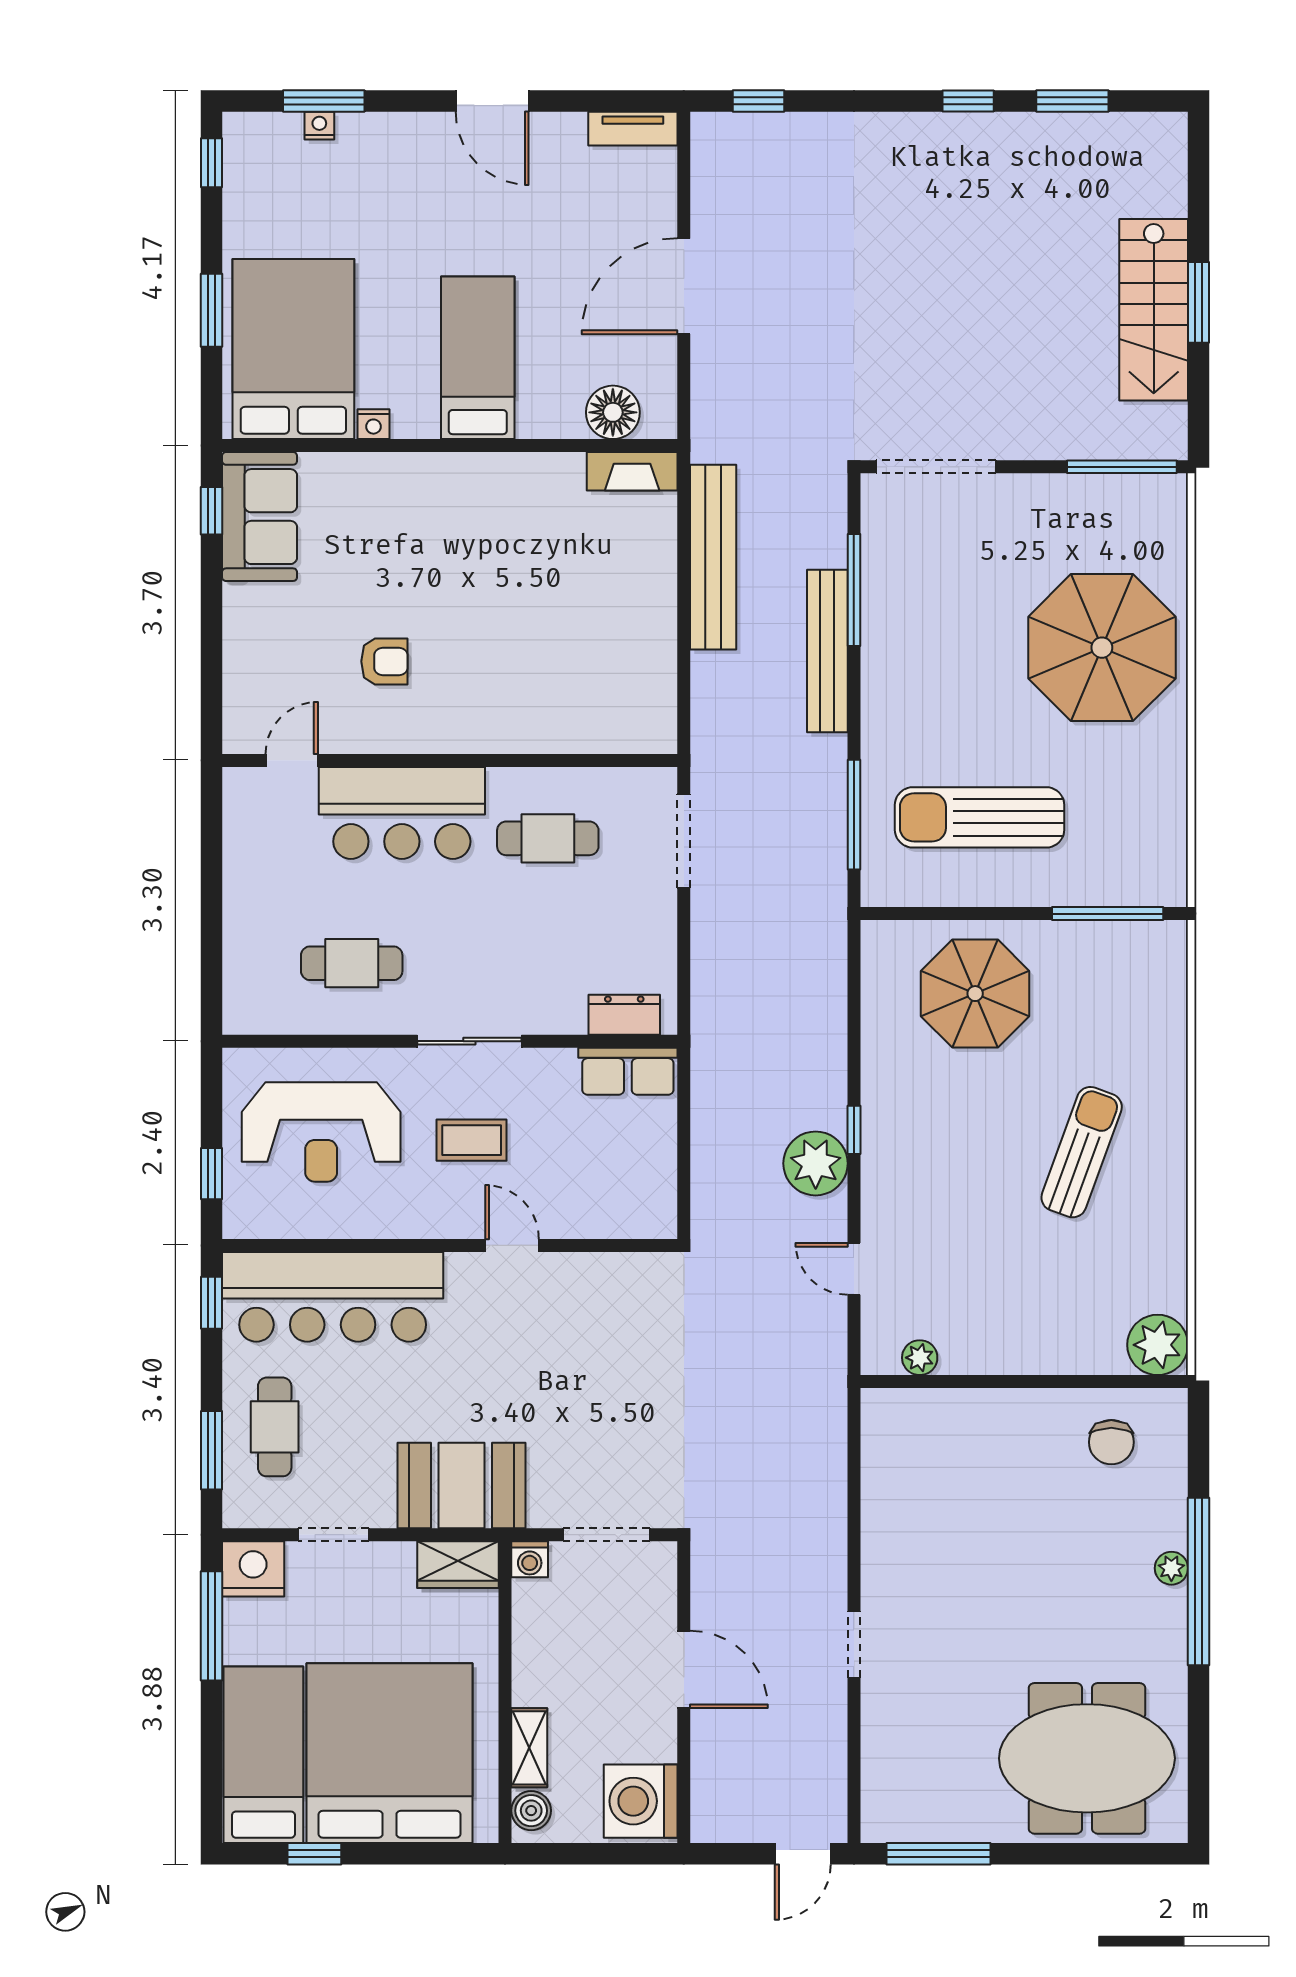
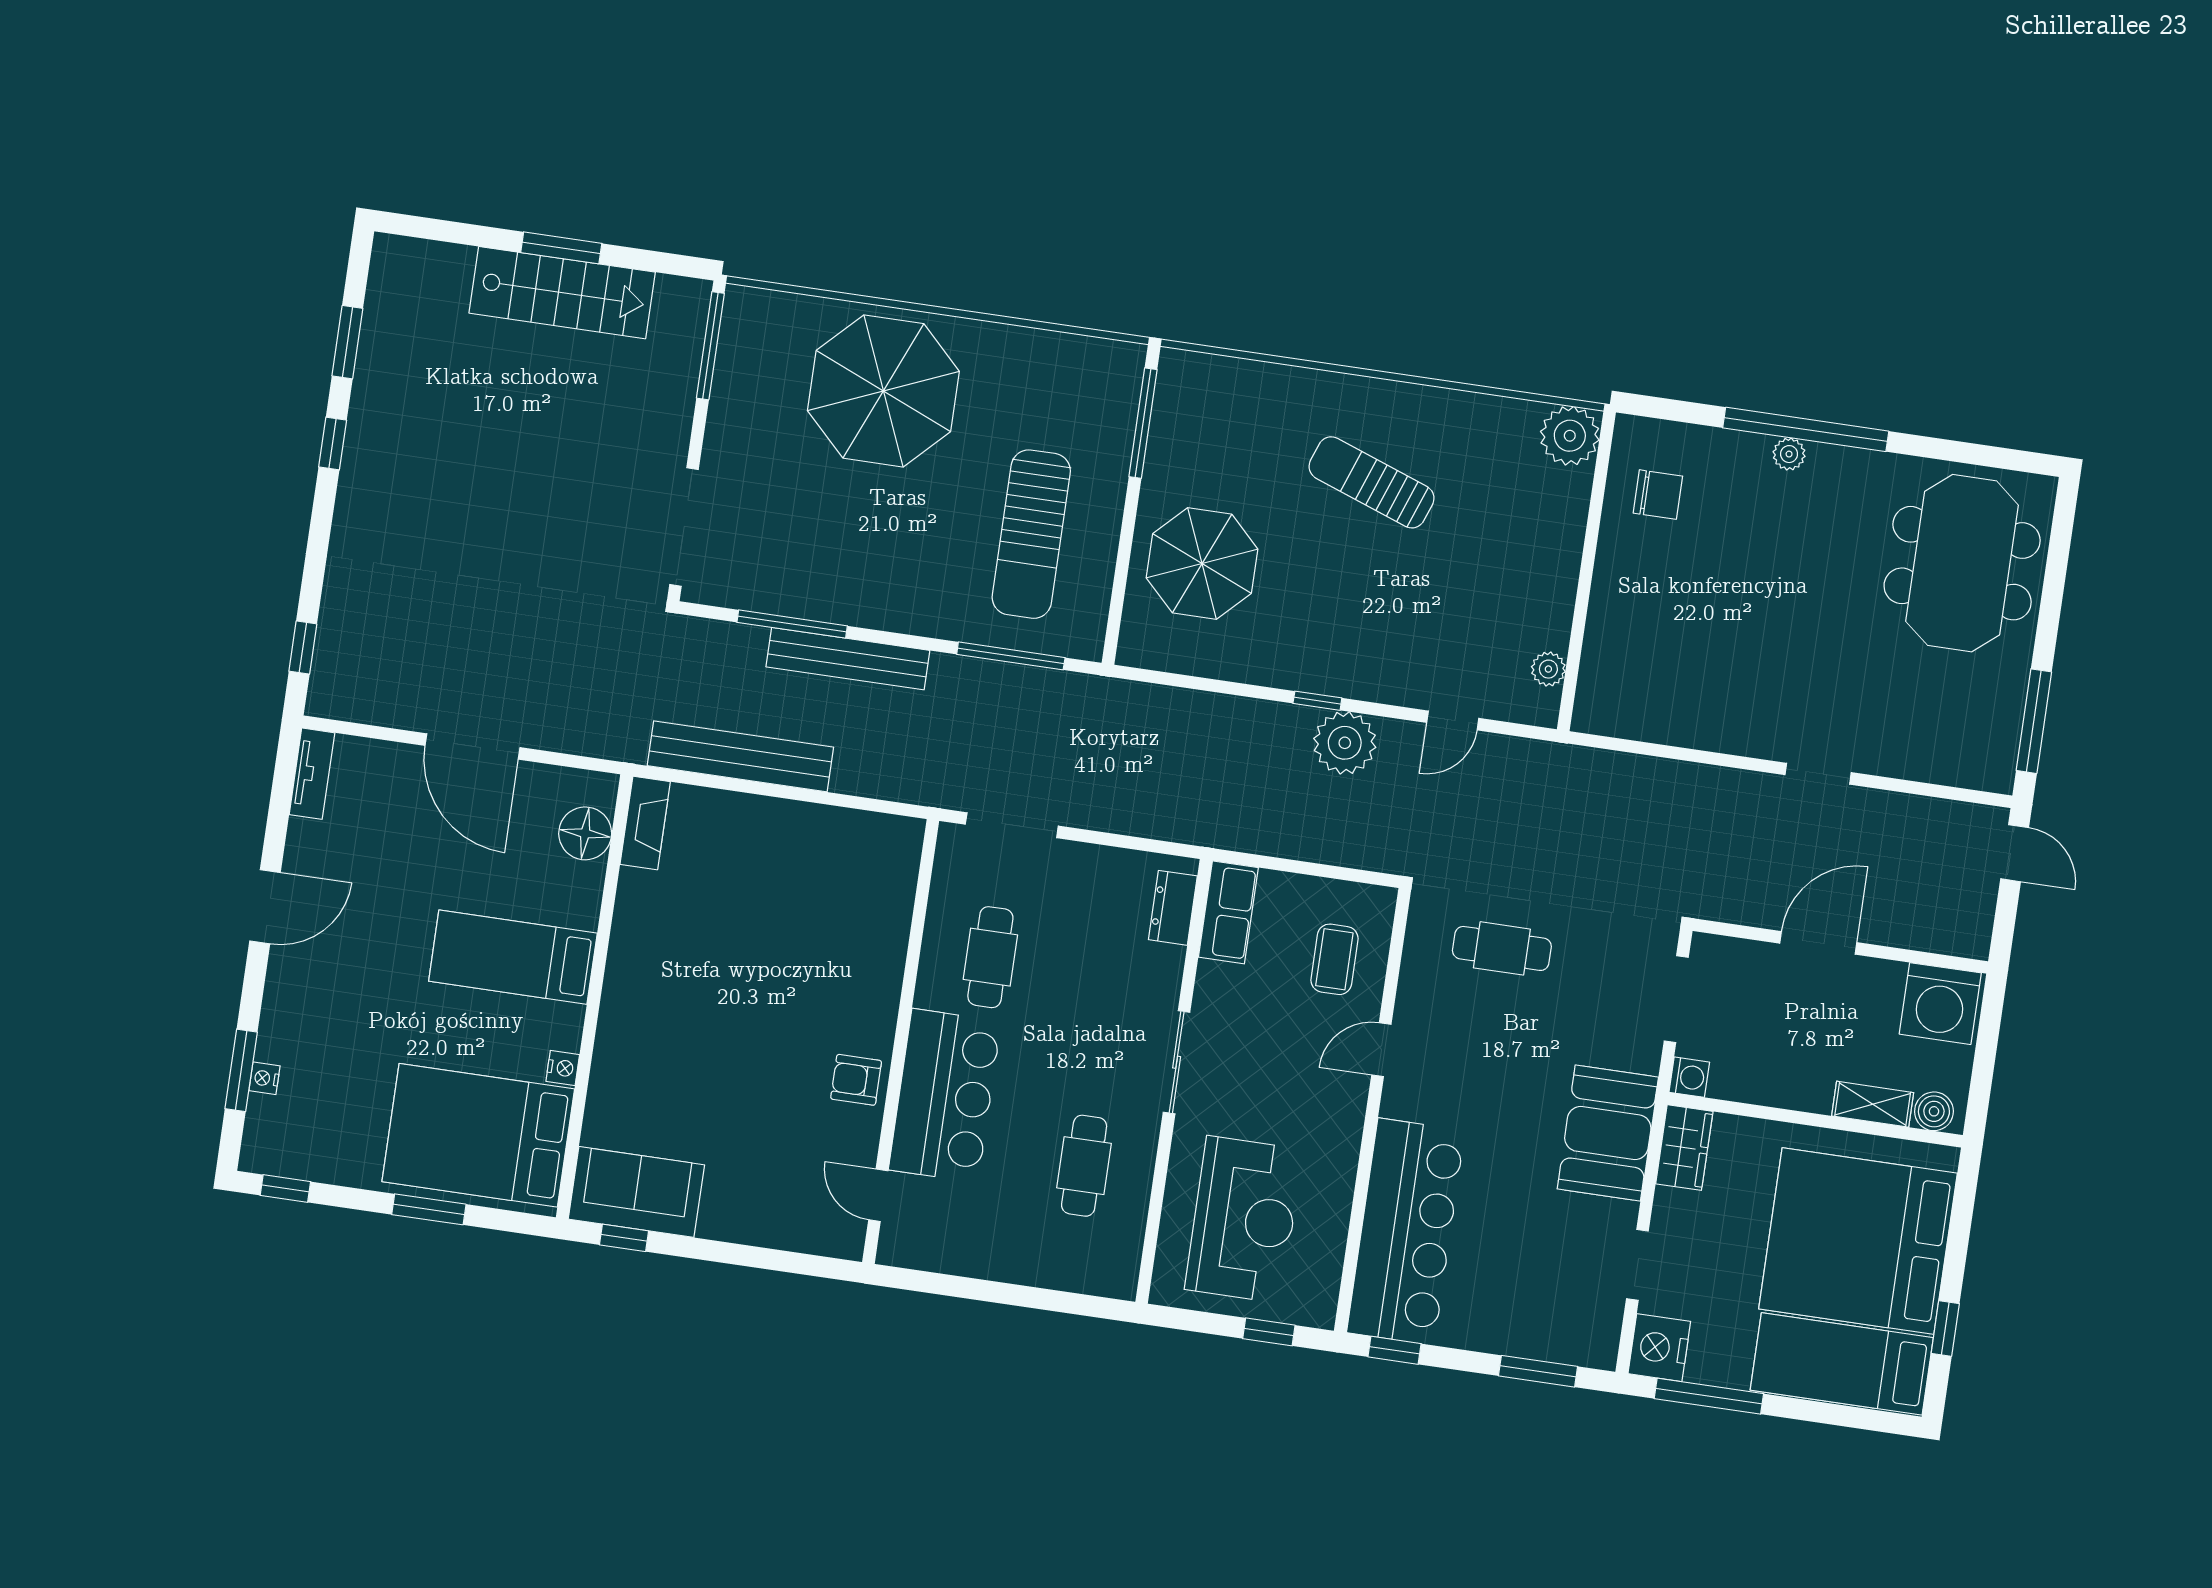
armchair: (384, 661) -> (856, 1080), moved, turned -90
coffee table: (472, 1140) -> (1334, 959), moved
cafe table: (275, 1427) -> (1502, 948), moved

